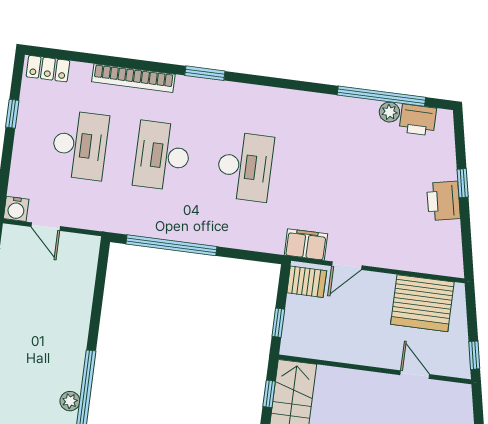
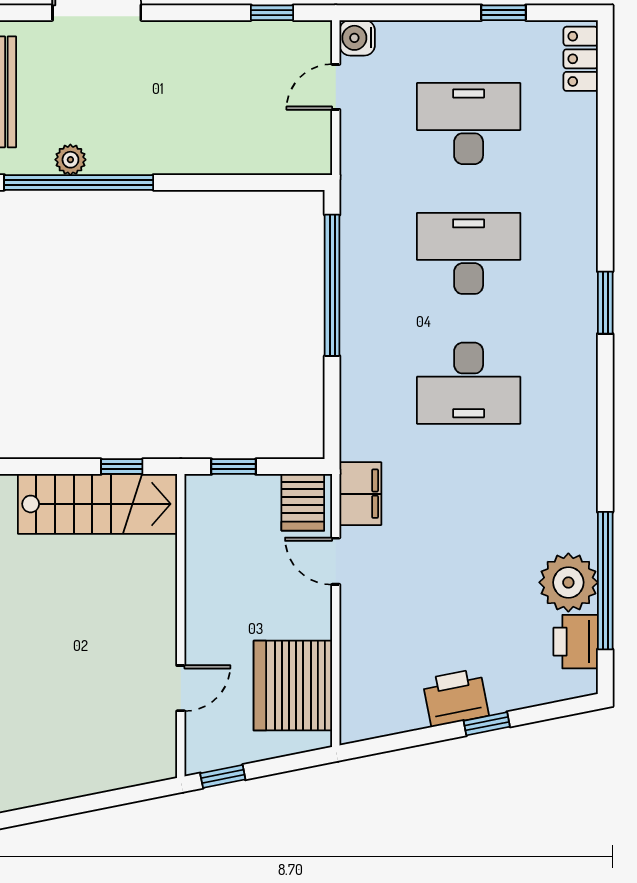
bookcase: (133, 78) -> (583, 193), removed
plant: (389, 112) -> (568, 582), width x1.88, depth x1.88
desk: (80, 145) -> (469, 124), turned 180

